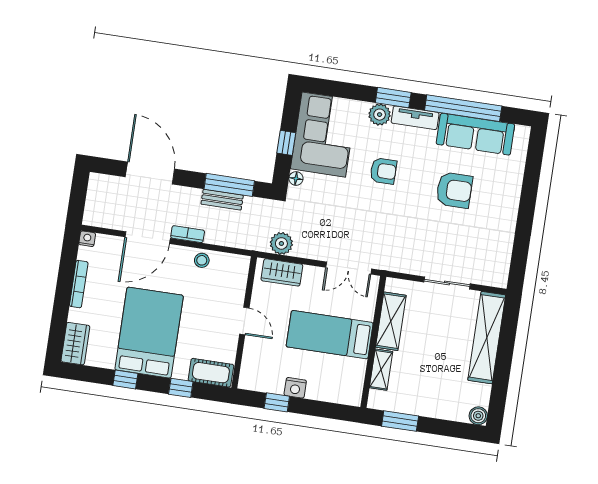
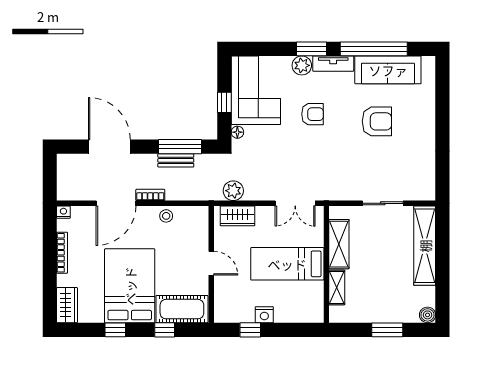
cot: (211, 373) -> (182, 309), width x1.37, depth x1.34
window: (400, 421) -> (387, 330), moved

